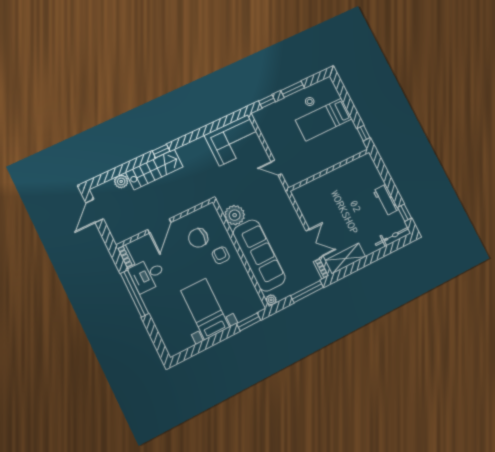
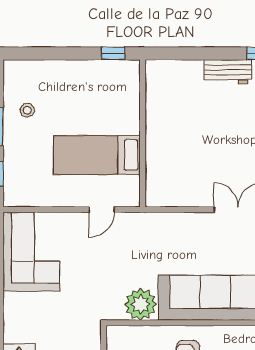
bed: (324, 120) -> (97, 155), moved, turned 90

